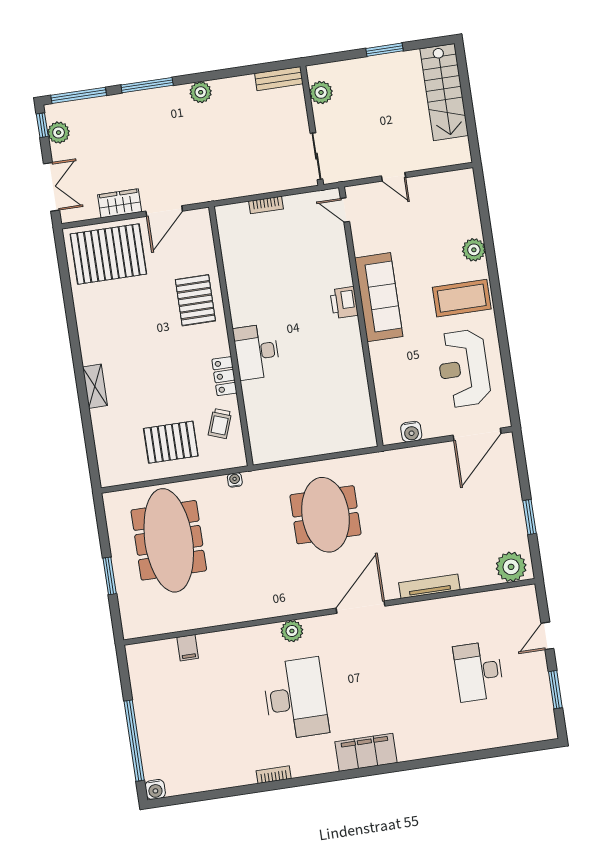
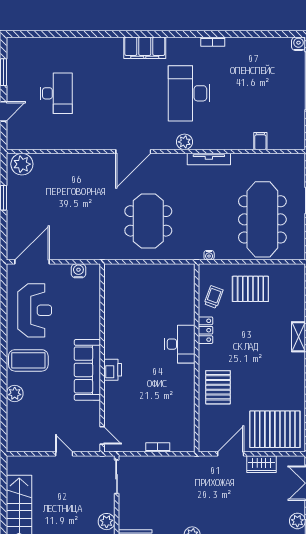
tv unit: (429, 586) -> (209, 159), moved

